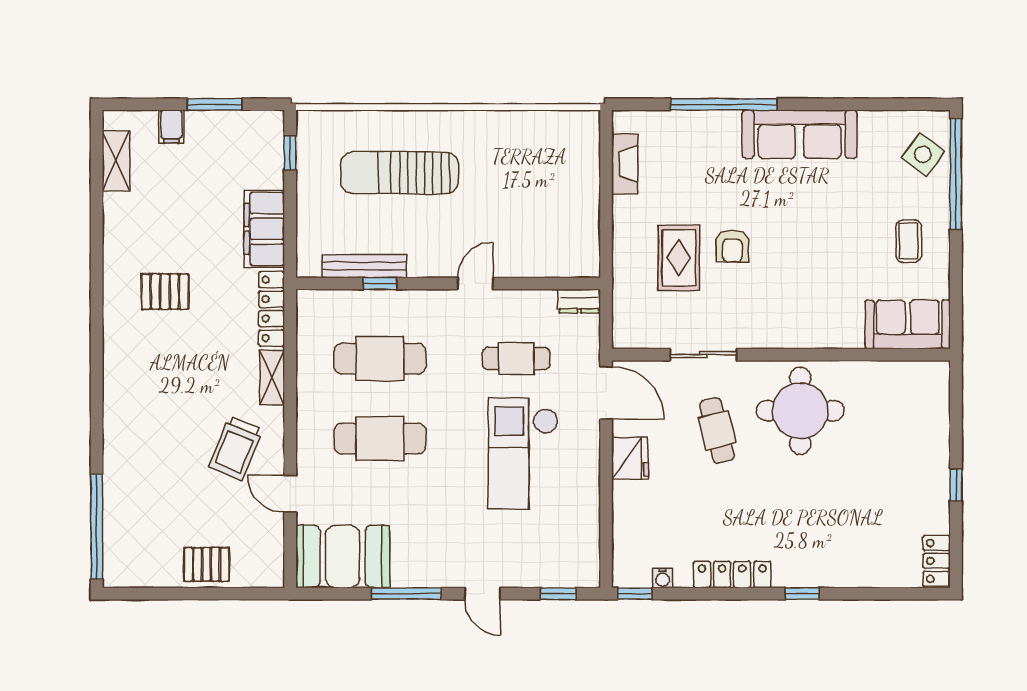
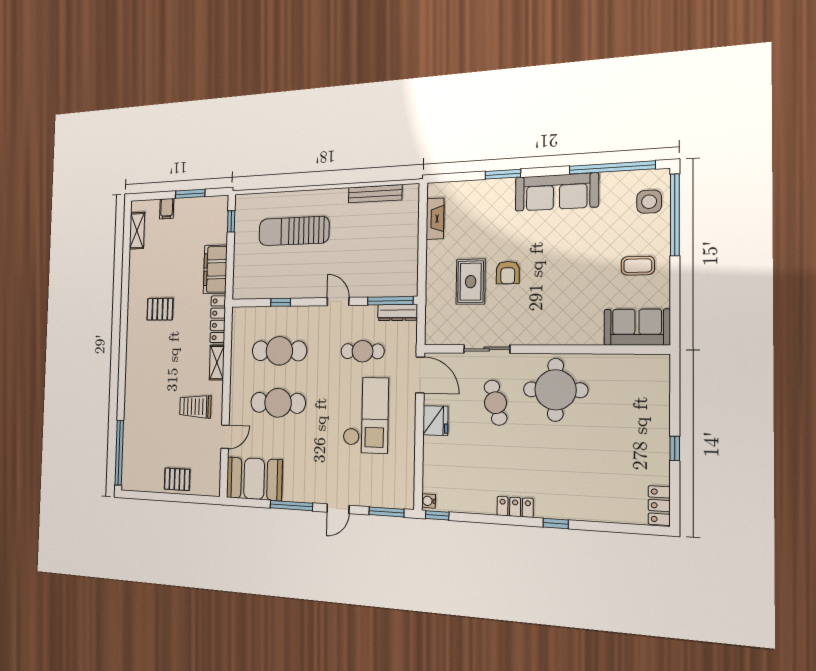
window: (724, 104) -> (503, 174), width x0.47
window: (874, 104) -> (612, 167), added
side table: (923, 154) -> (649, 202), turned -36
coffee table: (909, 241) -> (638, 266), turned 90
bench: (364, 266) -> (375, 194), moved
door: (475, 284) -> (338, 302), hinge flipped
window: (558, 284) -> (390, 301), added
dresser: (579, 301) -> (398, 313), width x1.44
trolley: (236, 448) -> (195, 407), turned 68
checkout: (523, 454) -> (366, 415), turned 180
door: (290, 494) -> (225, 437), swing flipped
locker: (732, 575) -> (515, 507), width x0.66
water cooler: (663, 578) -> (429, 501), moved, turned 90
door: (482, 594) -> (338, 509), hinge flipped
window: (558, 594) -> (386, 512), width x1.50

